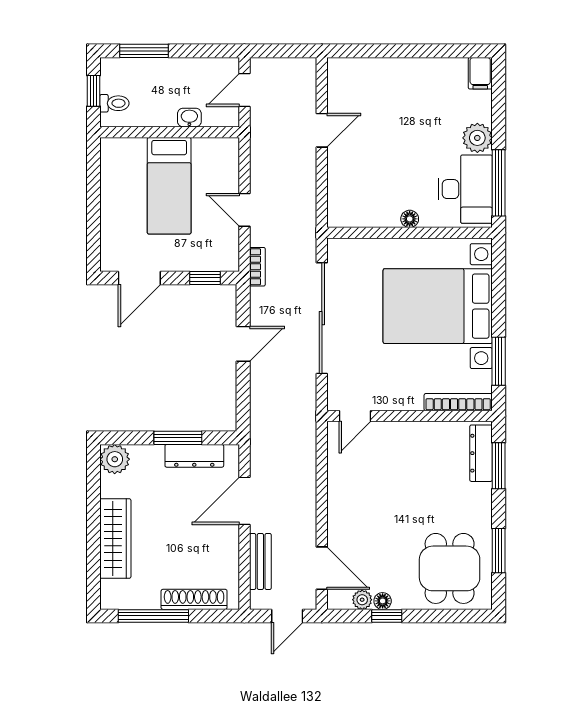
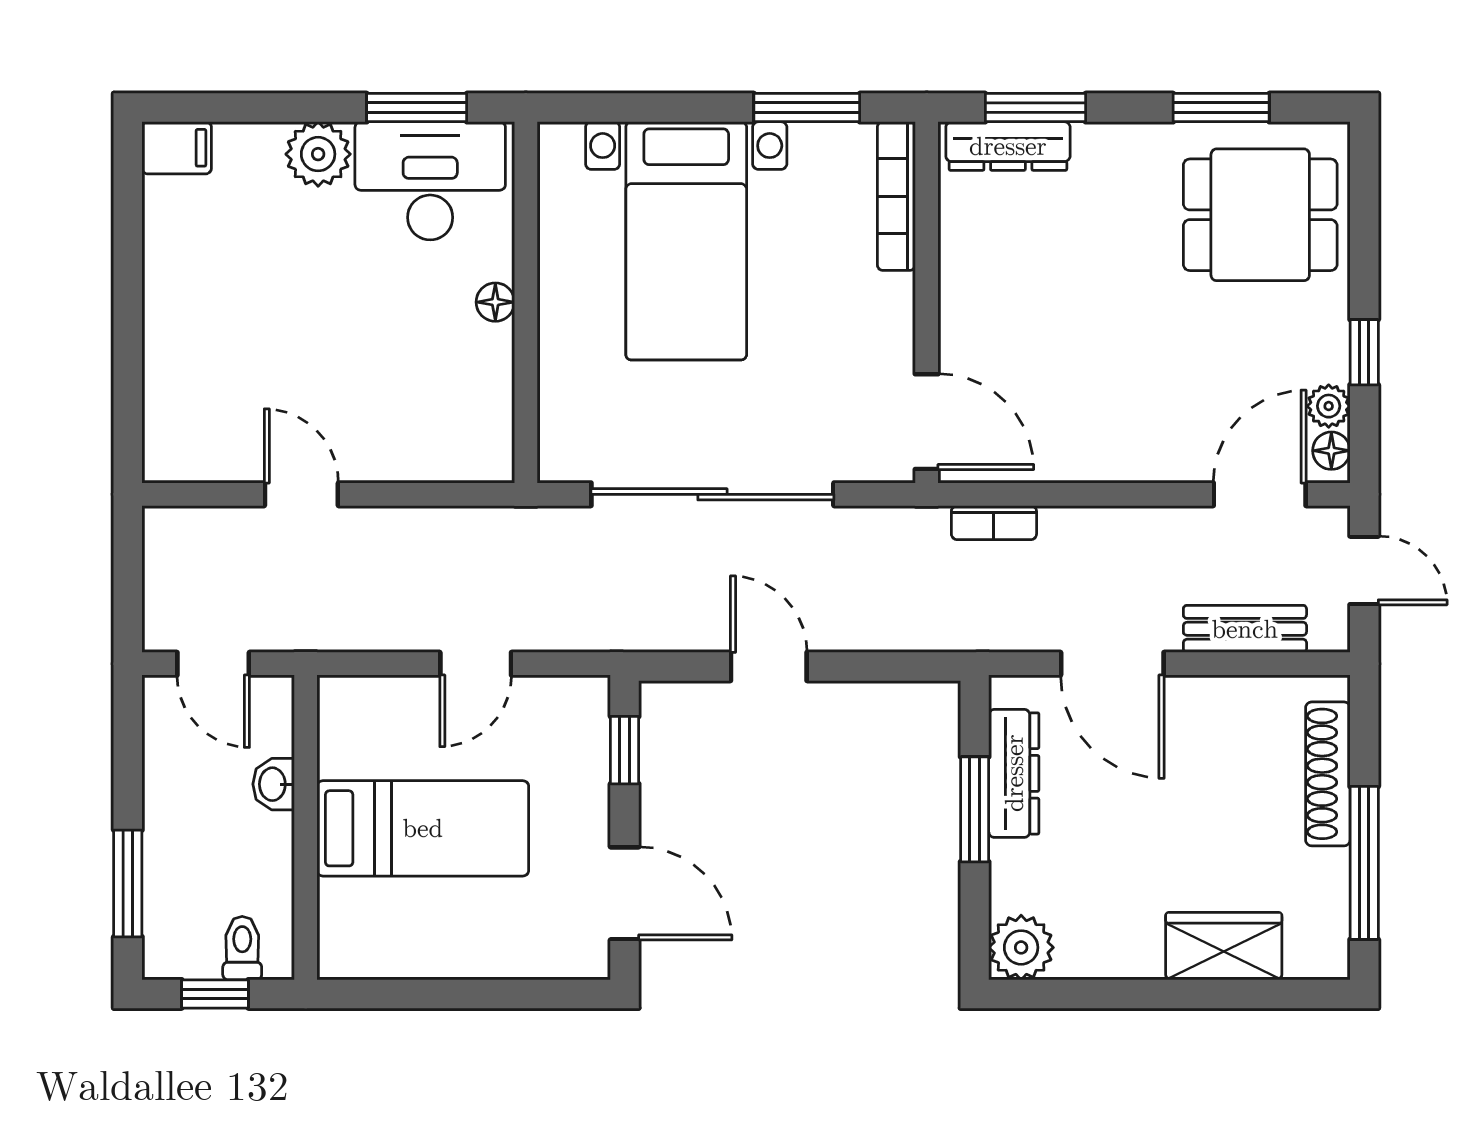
window: (499, 183) -> (417, 108), width x0.69
bookcase: (257, 267) -> (994, 523), moved, turned 180
bed with nightstands: (438, 306) -> (686, 241), width x0.73
door: (355, 416) -> (927, 422), width x1.38
wardrobe: (115, 538) -> (1224, 946), width x0.67
floor lamp: (383, 601) -> (1331, 451), moved

